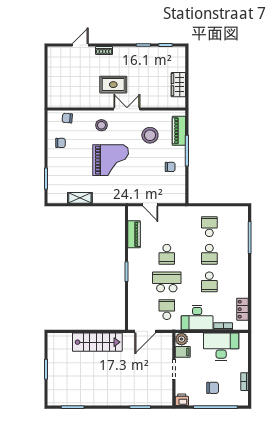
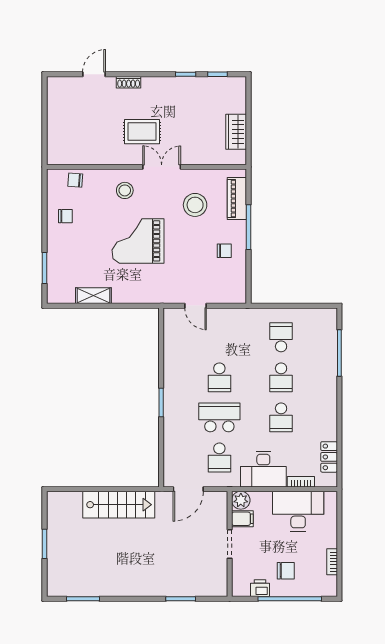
grand piano: (111, 160) -> (138, 241), turned 180
piano: (134, 234) -> (172, 348), removed
school desk: (167, 310) -> (219, 457), turned 180
printer: (182, 400) -> (260, 588), moved

